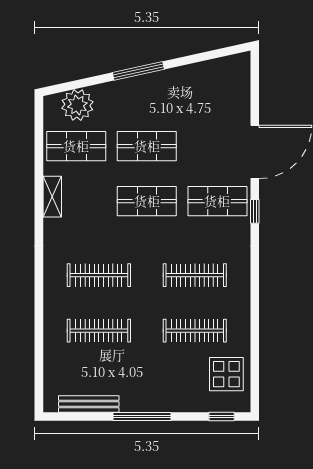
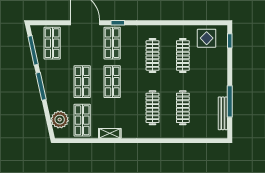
window: (204, 56) -> (33, 50), added
shop shelf: (217, 91) -> (52, 43), added
window: (142, 417) -> (230, 101), moved

